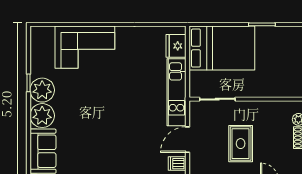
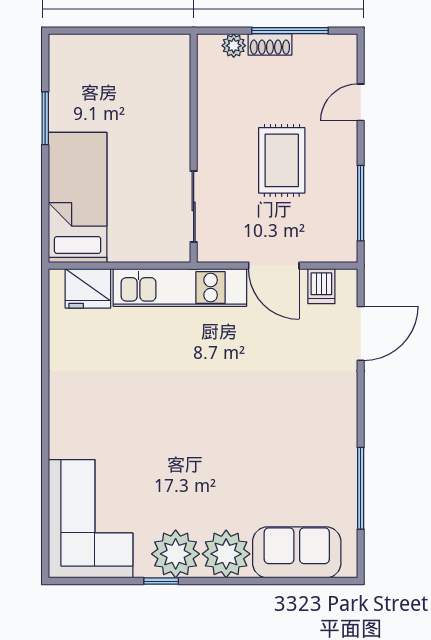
corner sofa: (85, 47) -> (91, 519), moved
bed: (222, 48) -> (78, 197), width x0.67
rug: (241, 144) -> (282, 160), turned 90

